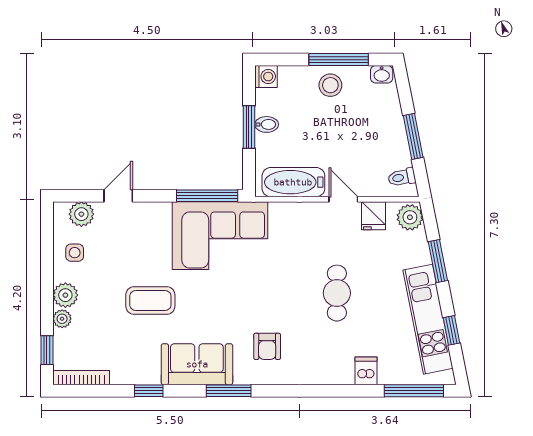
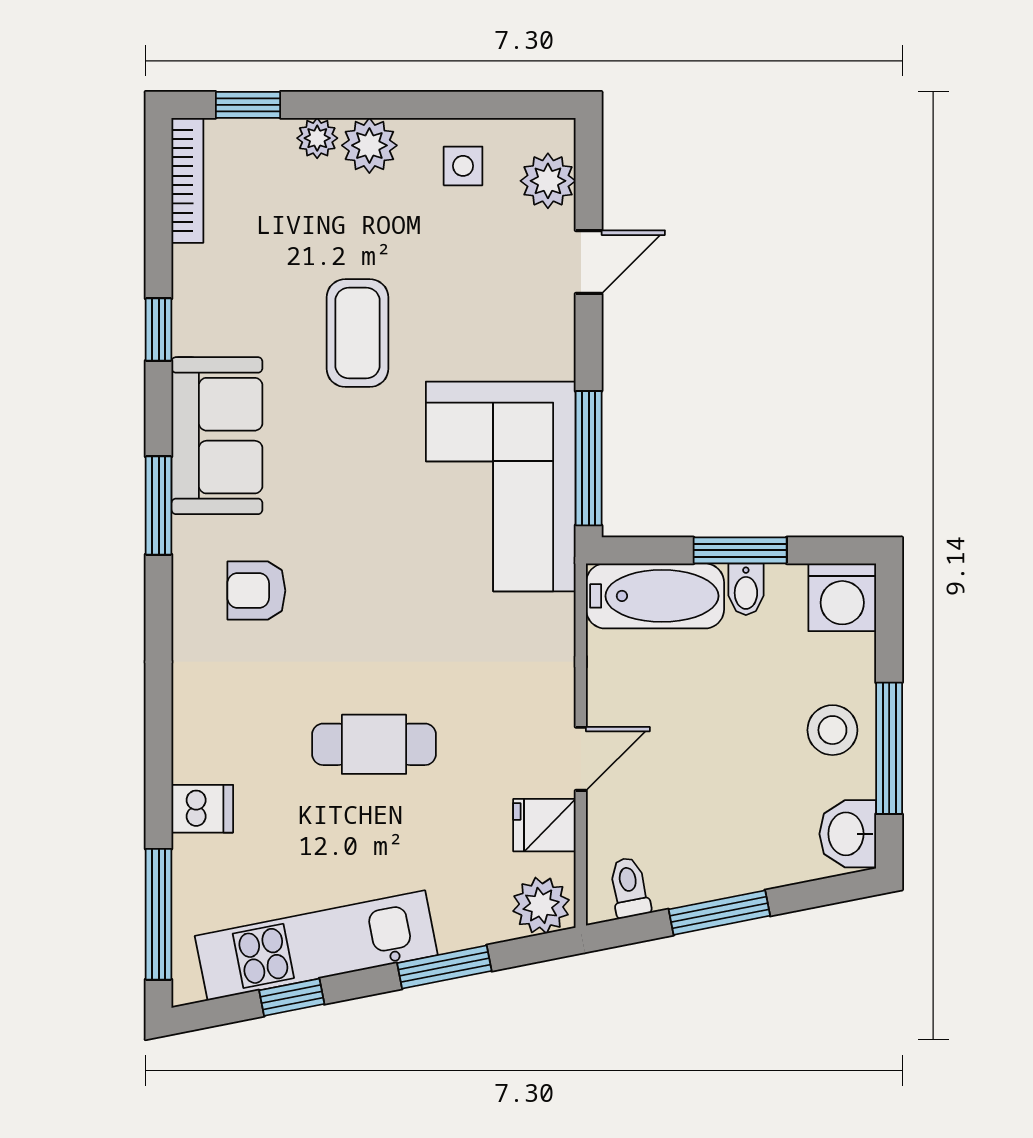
washbasin: (382, 74) -> (848, 834), width x1.38, depth x1.45
washing machine: (266, 77) -> (842, 597), width x1.38, depth x1.38
bathtub: (293, 182) -> (655, 596), moved, turned 90
door: (118, 196) -> (589, 262), hinge flipped

